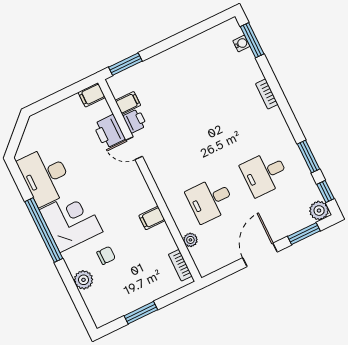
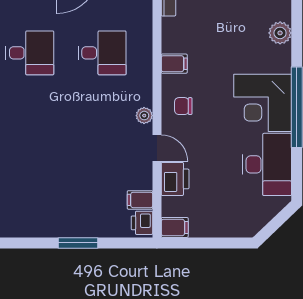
window: (125, 64) -> (78, 243), moved
printer: (135, 121) -> (142, 223), moved
plant: (190, 240) -> (144, 116), moved
chair: (106, 255) -> (183, 106), moved

